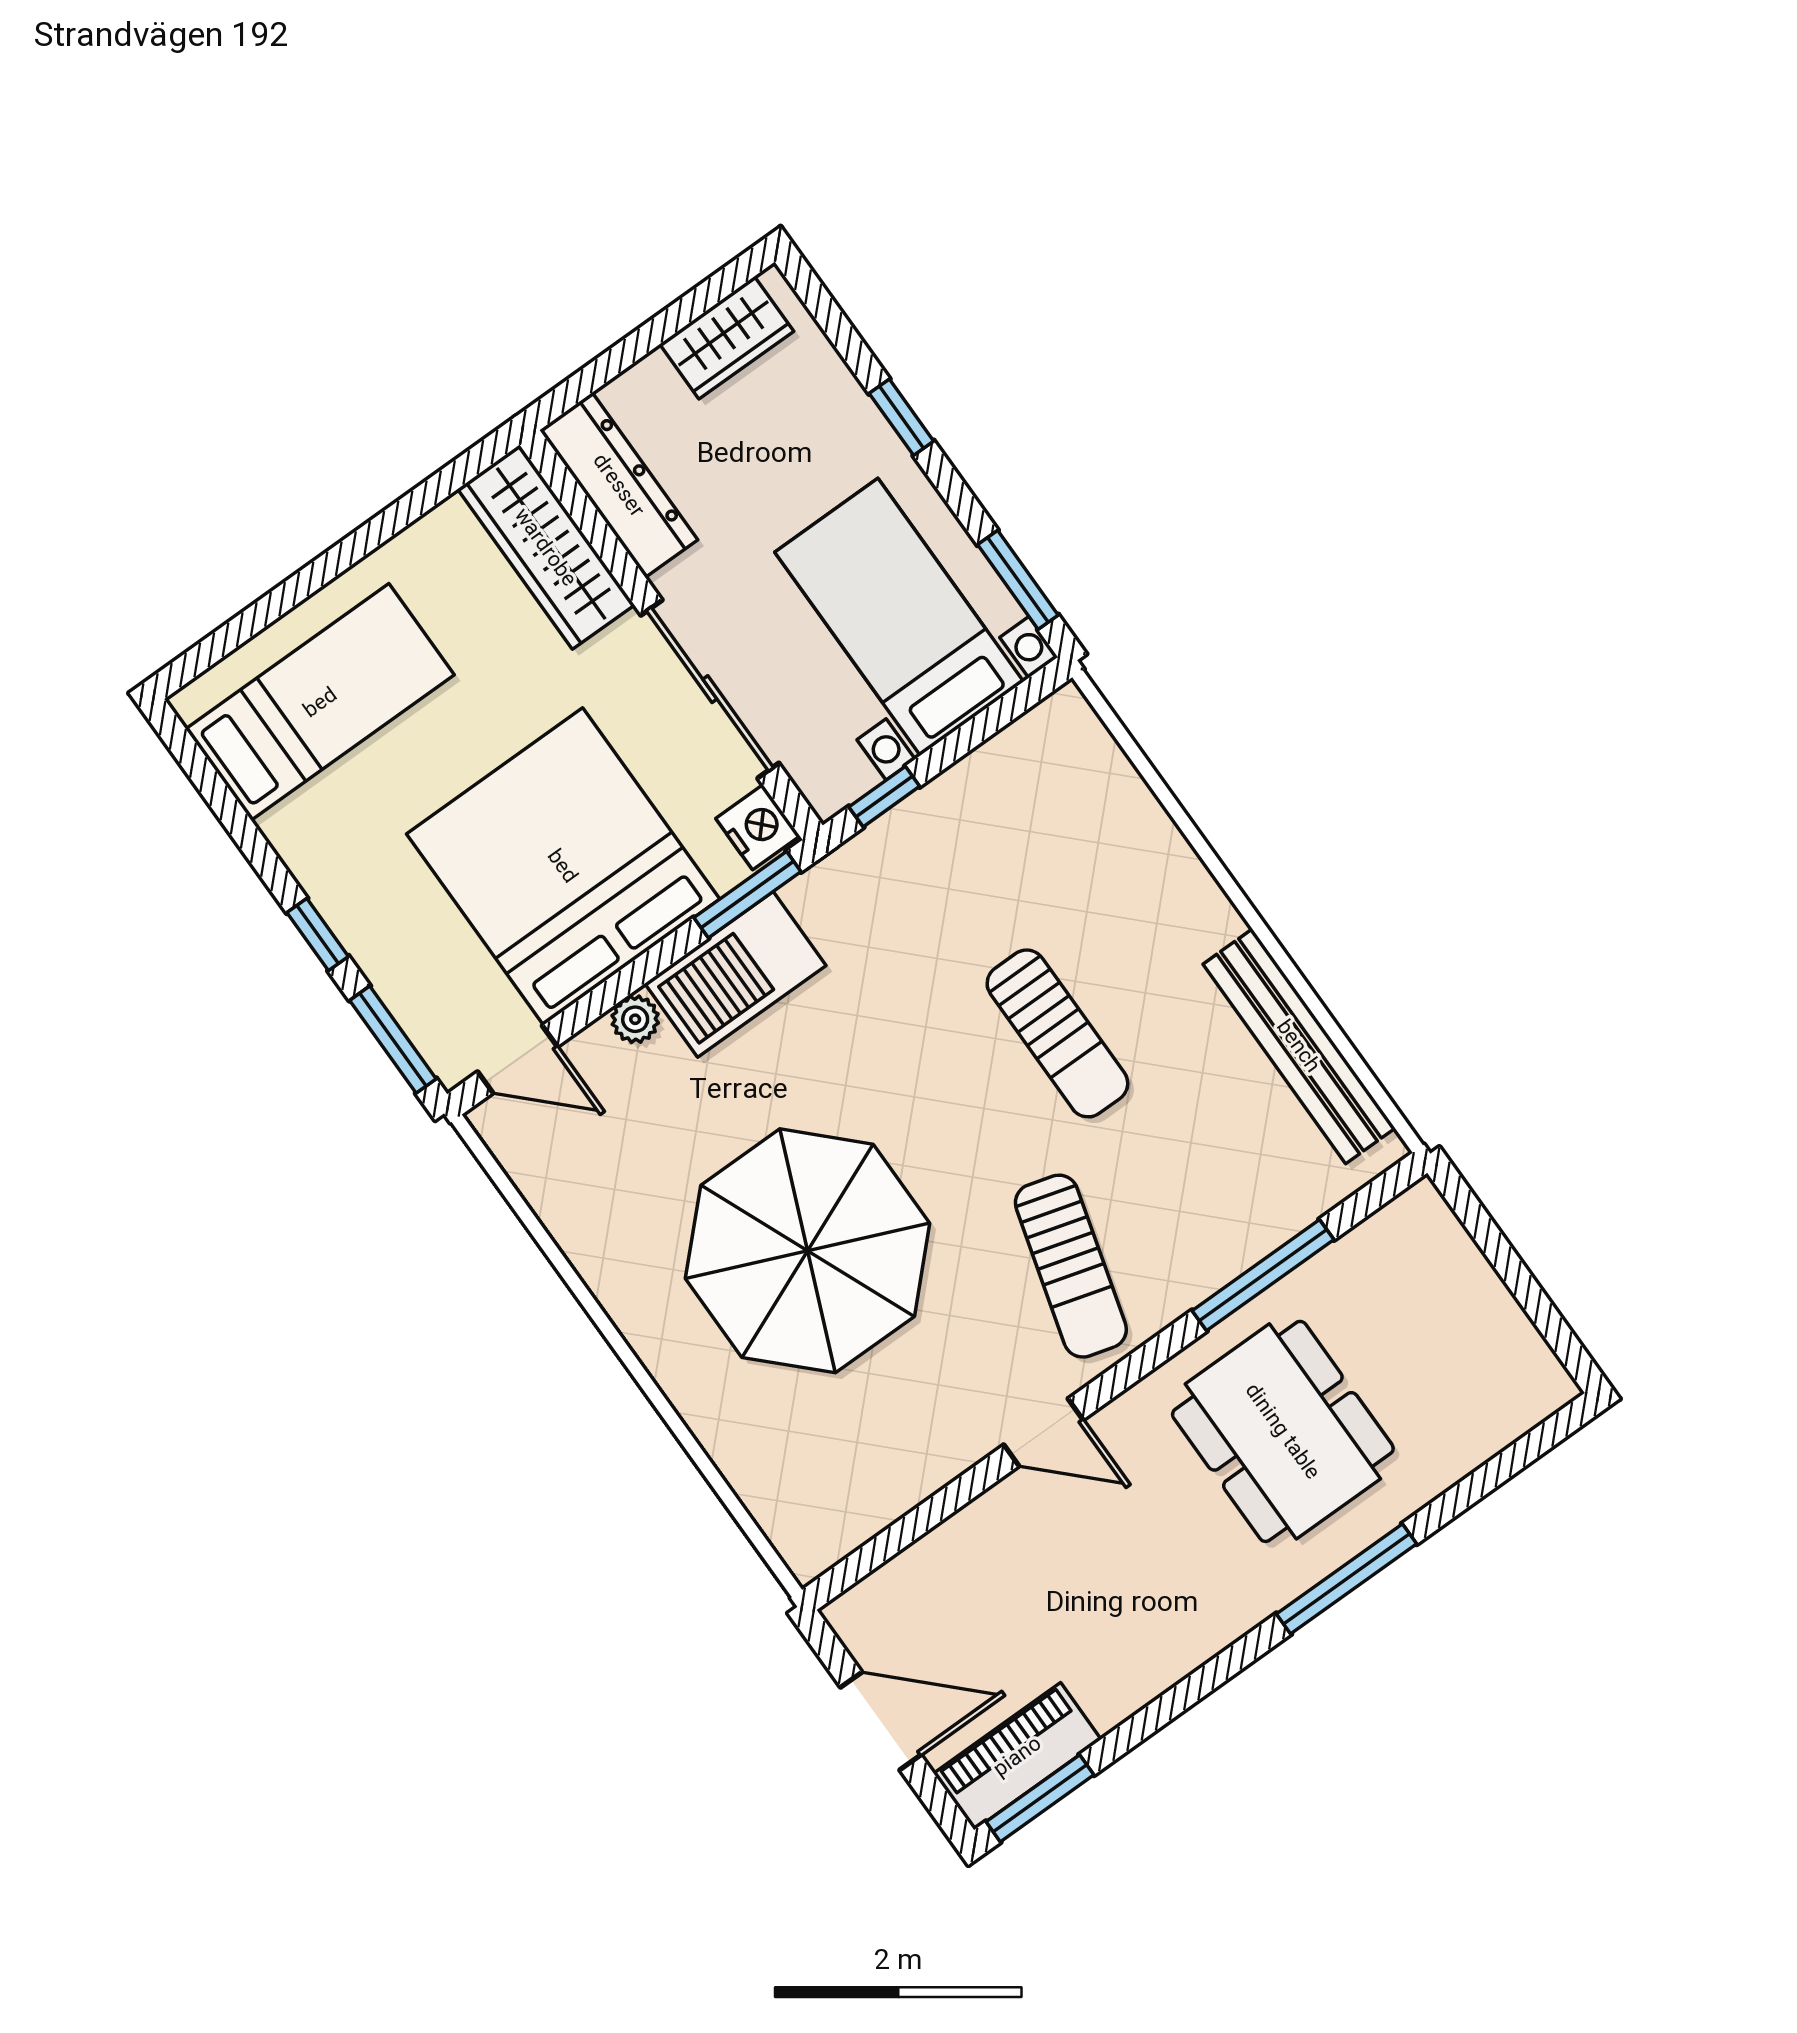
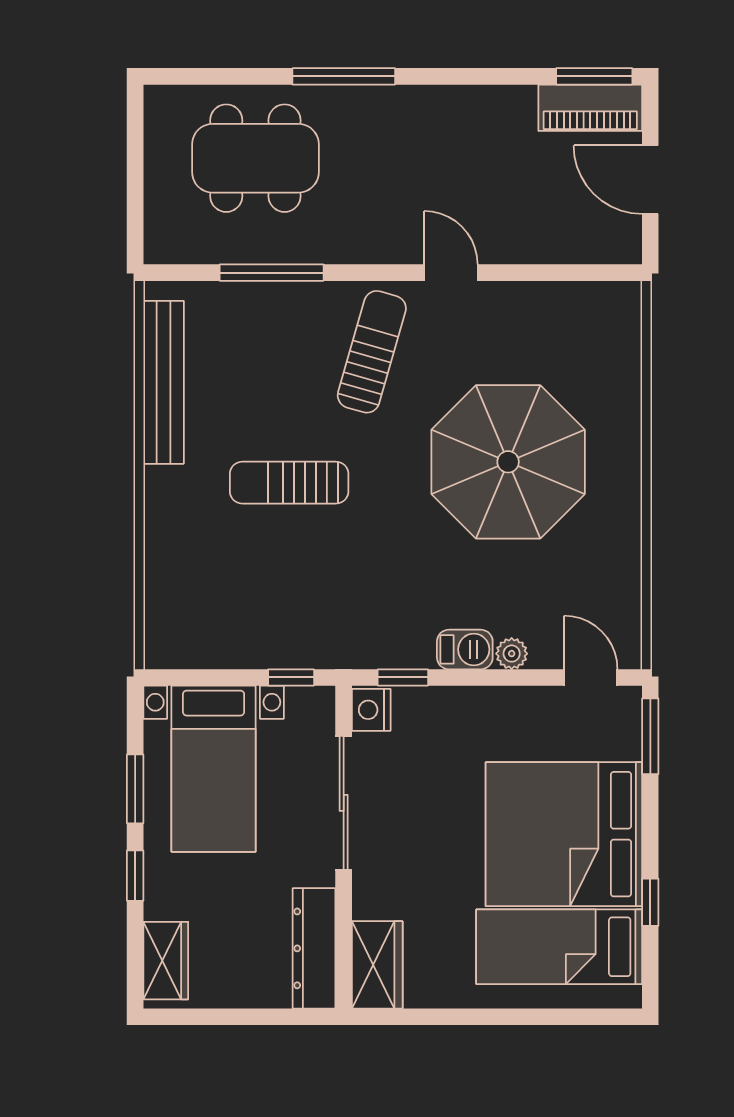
wardrobe: (727, 338) -> (166, 961), moved, turned 90
wardrobe: (546, 547) -> (377, 965), width x0.67
window: (1018, 580) -> (135, 789), moved
bed: (563, 866) -> (564, 834), moved, turned 90
window: (747, 895) -> (403, 677), width x0.67
window: (318, 934) -> (650, 902), moved
barbecue: (735, 974) -> (465, 649), width x0.53, depth x0.65
sun lounger: (1057, 1033) -> (289, 483), turned -90
dining table: (1283, 1431) -> (255, 158), moved, turned 90

